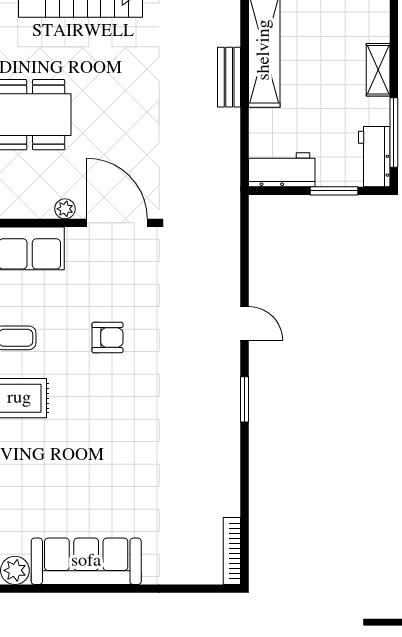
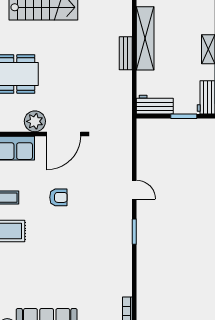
plant: (65, 209) -> (35, 121), width x1.88, depth x1.88
door: (117, 223) -> (64, 134), swing flipped

